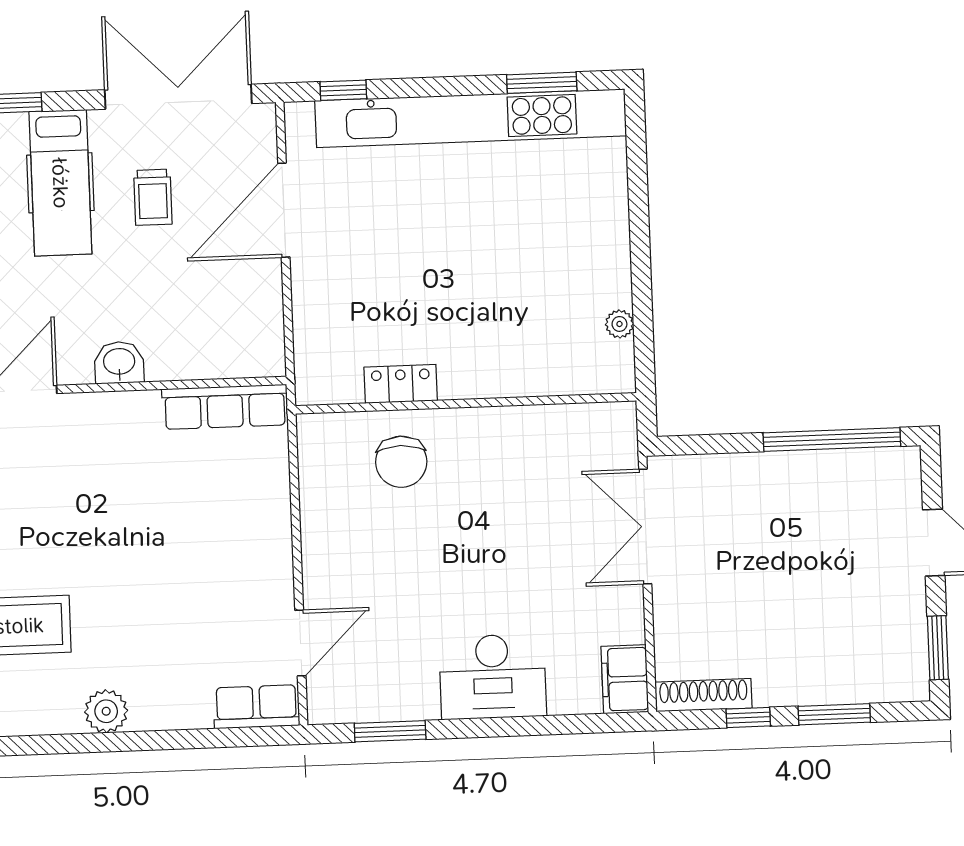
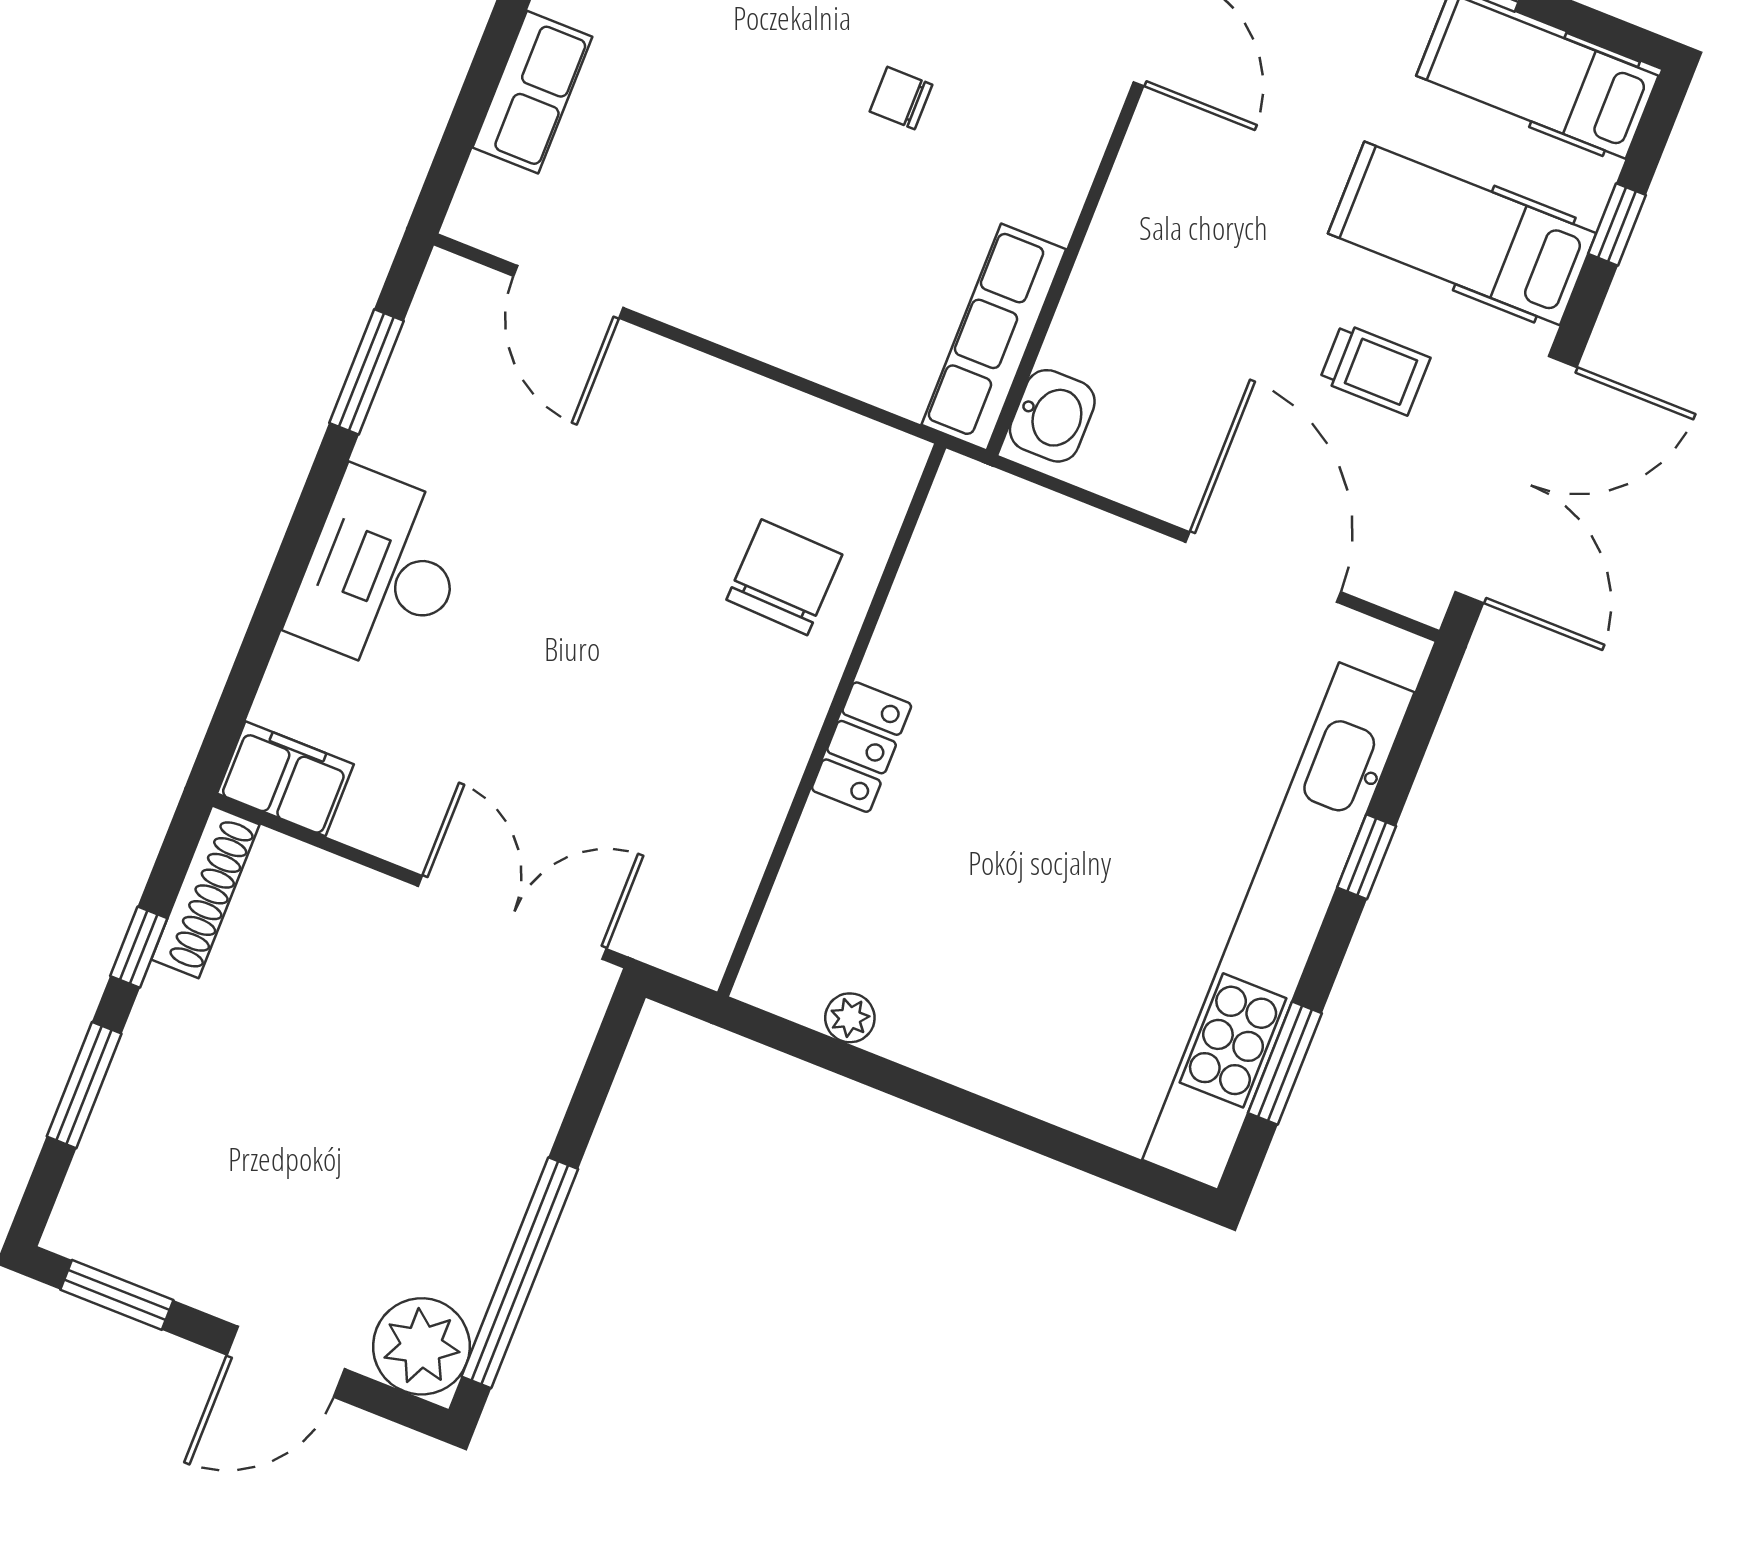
window: (343, 90) -> (1367, 857), moved
trolley: (153, 197) -> (1375, 369), turned 180
washbasin: (119, 363) -> (1052, 416), moved
locker: (401, 384) -> (862, 747), moved
chair: (401, 462) -> (784, 577), turned 92
plant: (894, 474) -> (421, 1346), added
chair: (120, 512) -> (901, 98), added
row of seats: (256, 707) -> (532, 92), moved

